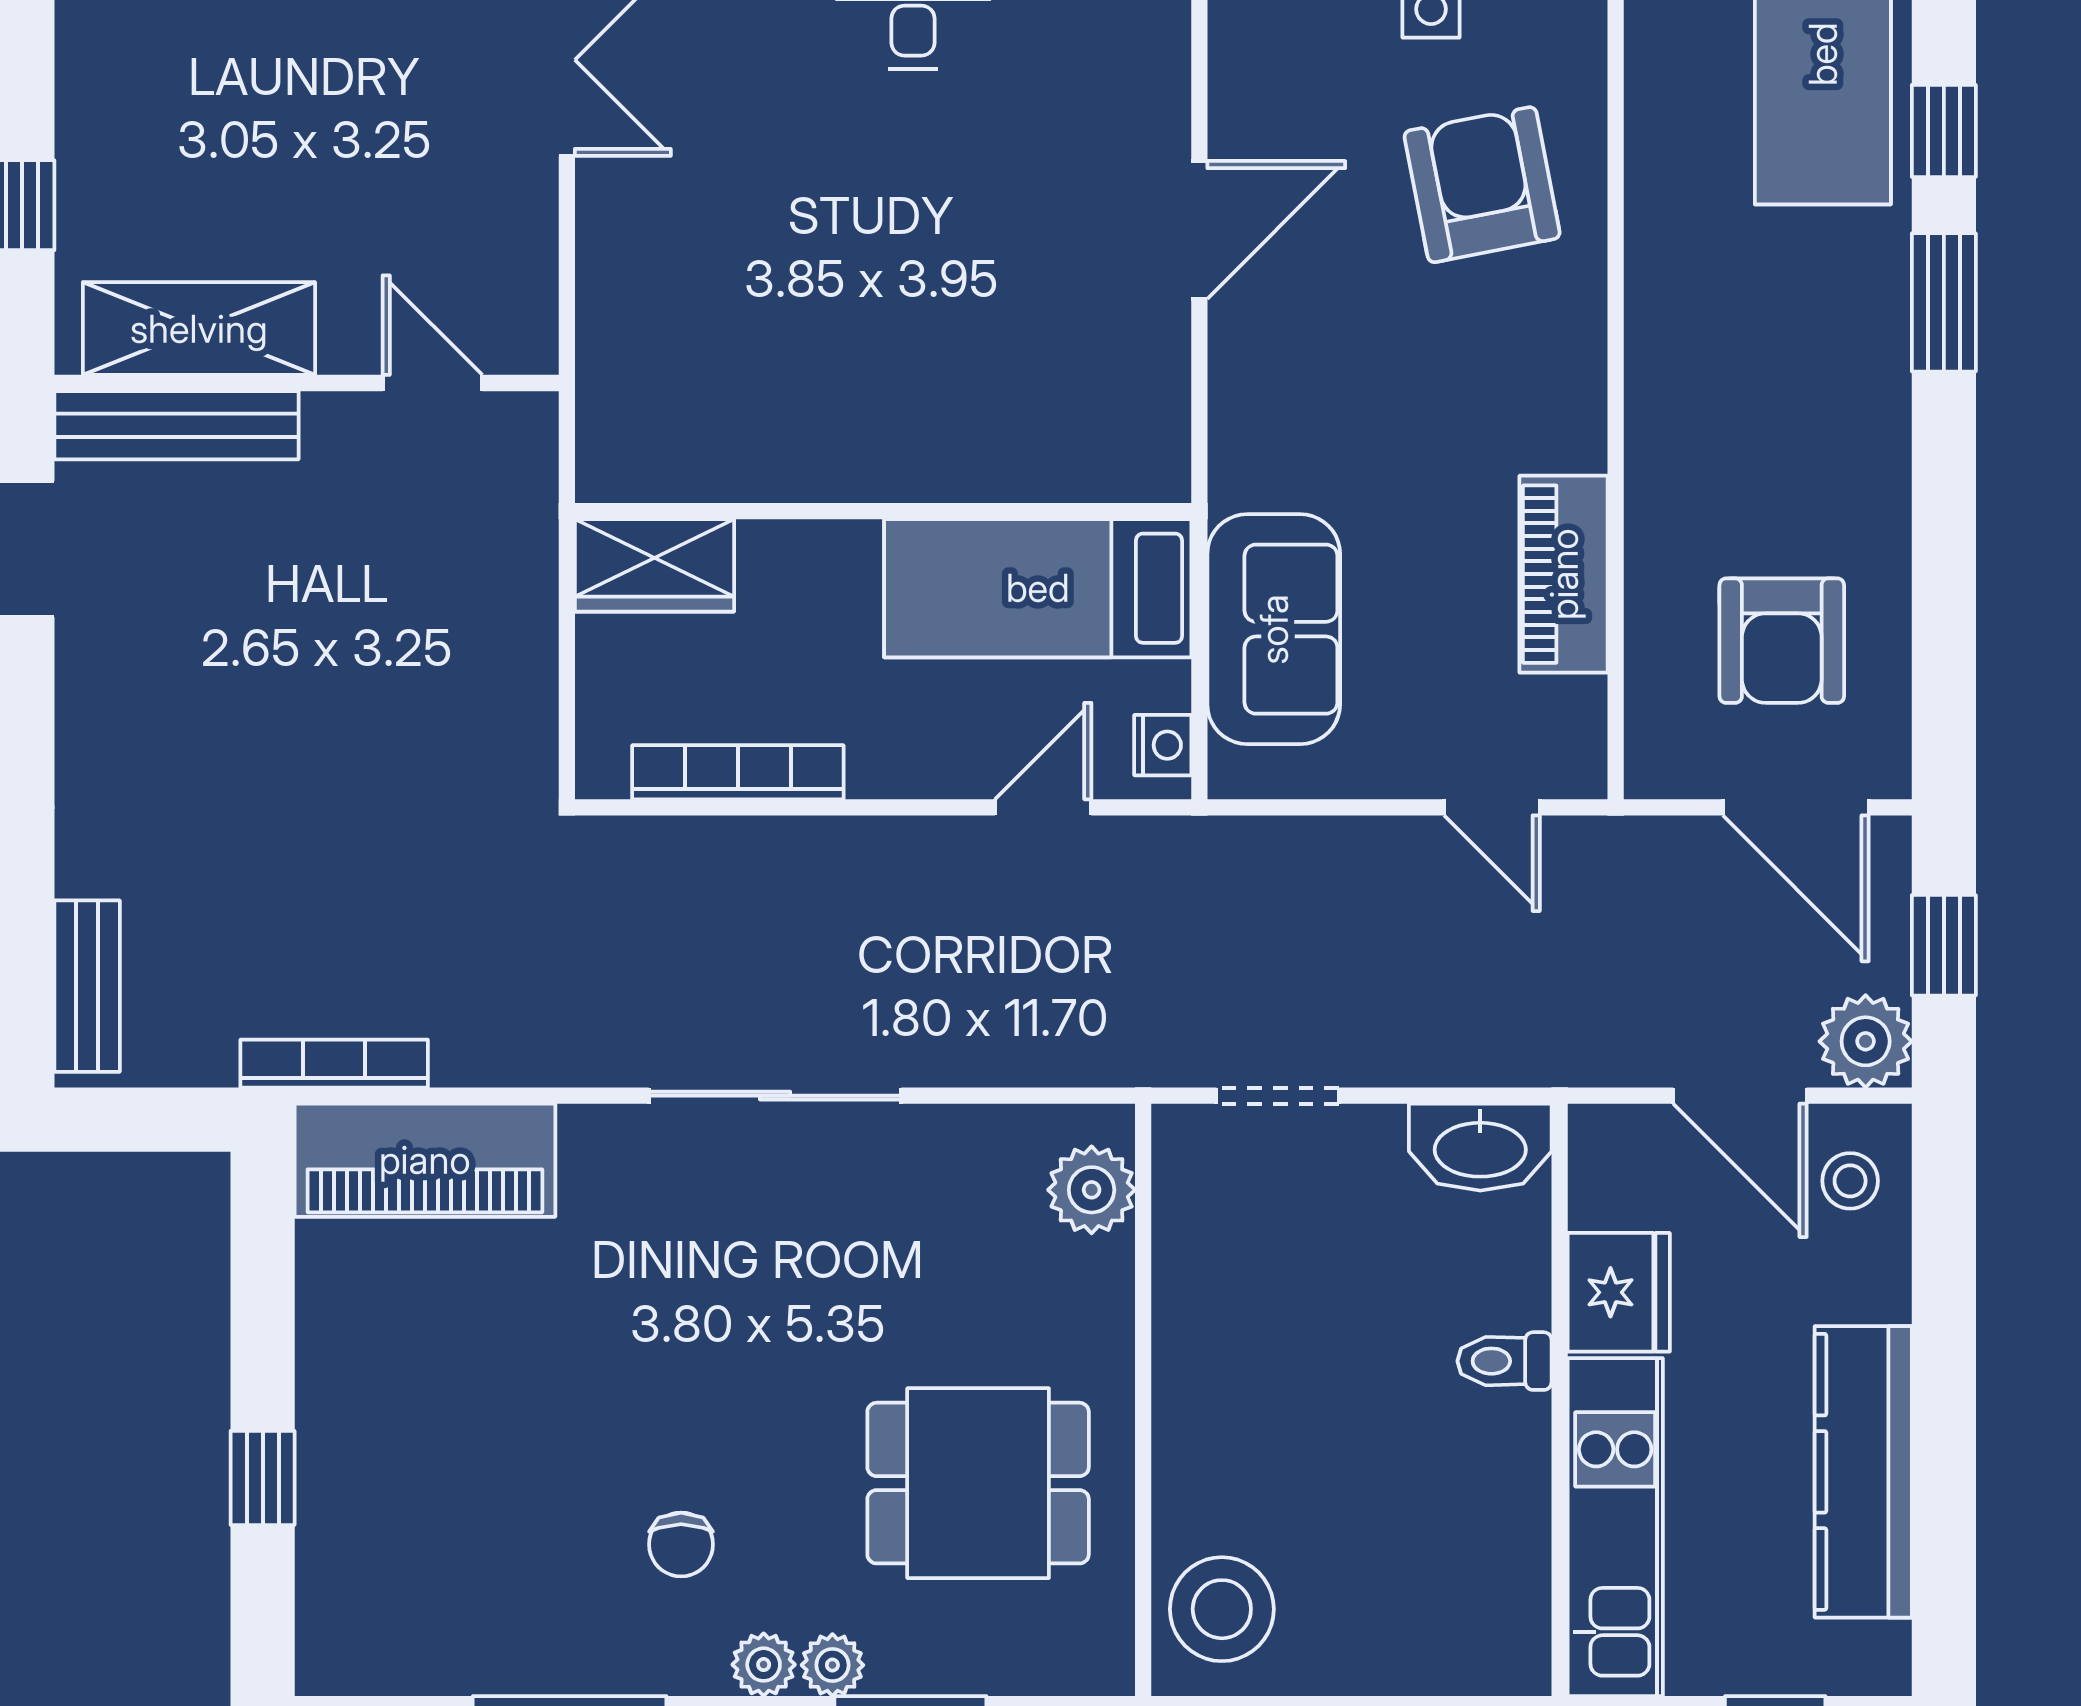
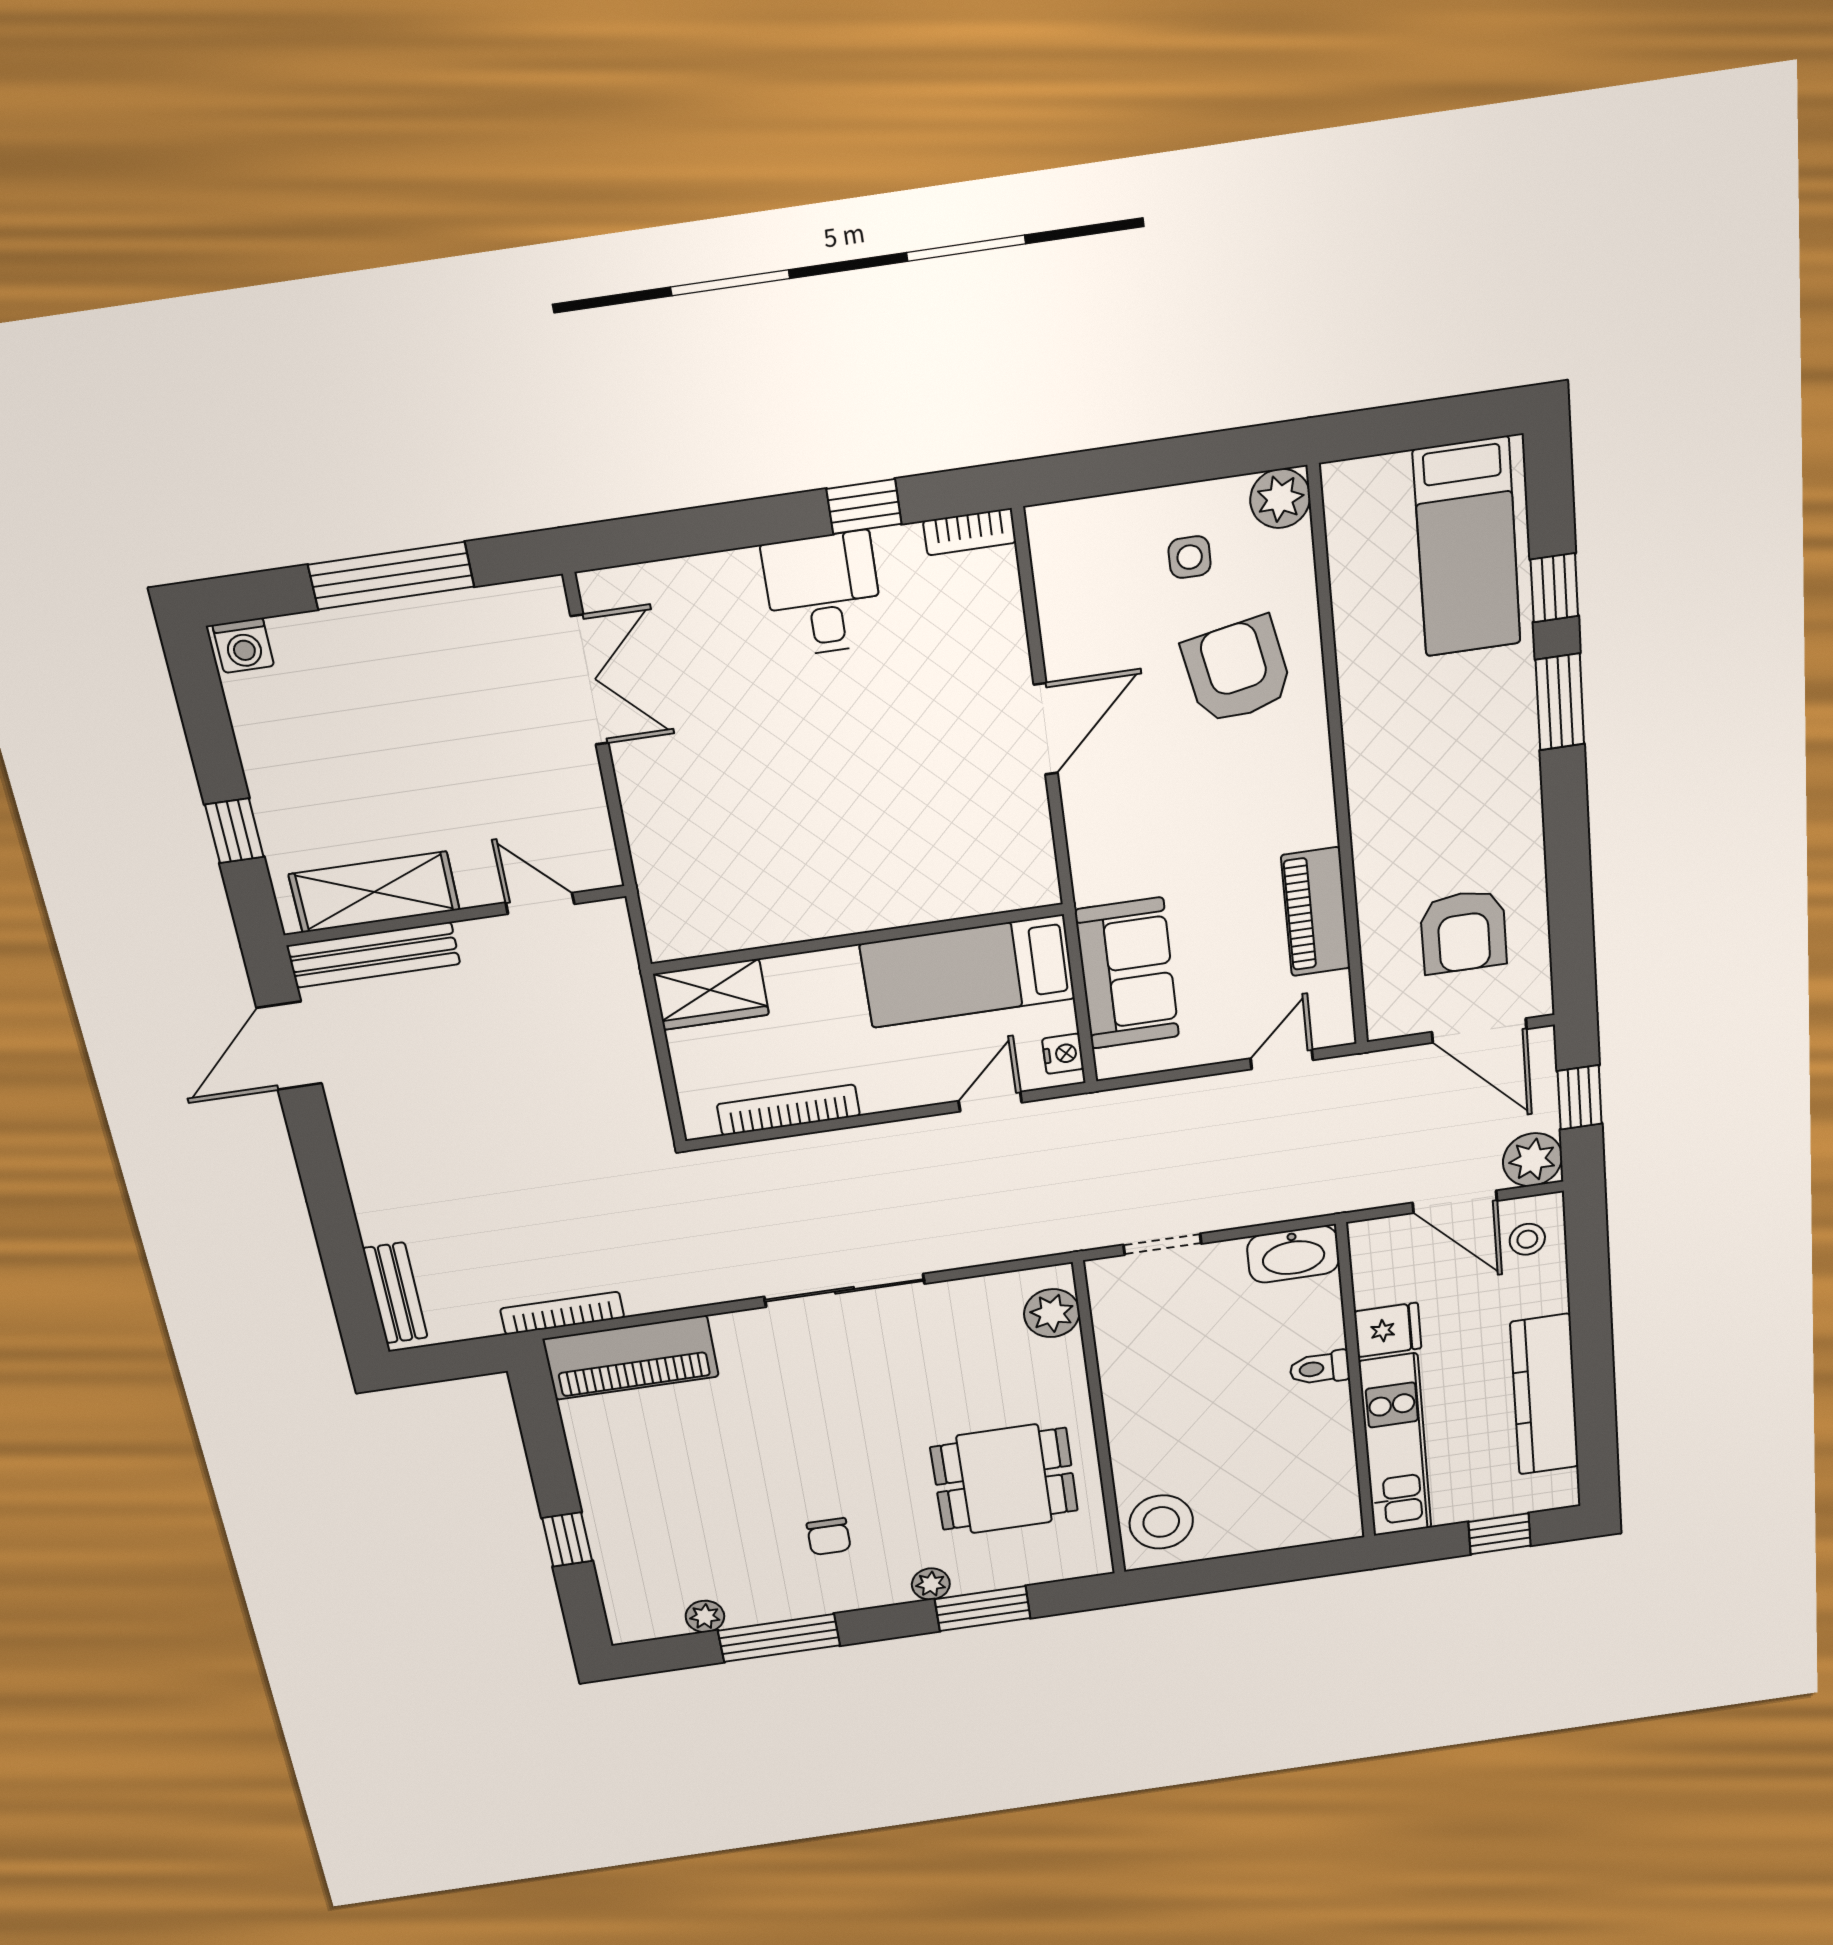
door: (1492, 807) -> (1282, 1059), swing flipped
fridge: (1619, 1292) -> (1388, 1330), width x0.72
plant: (764, 1665) -> (705, 1616), moved

